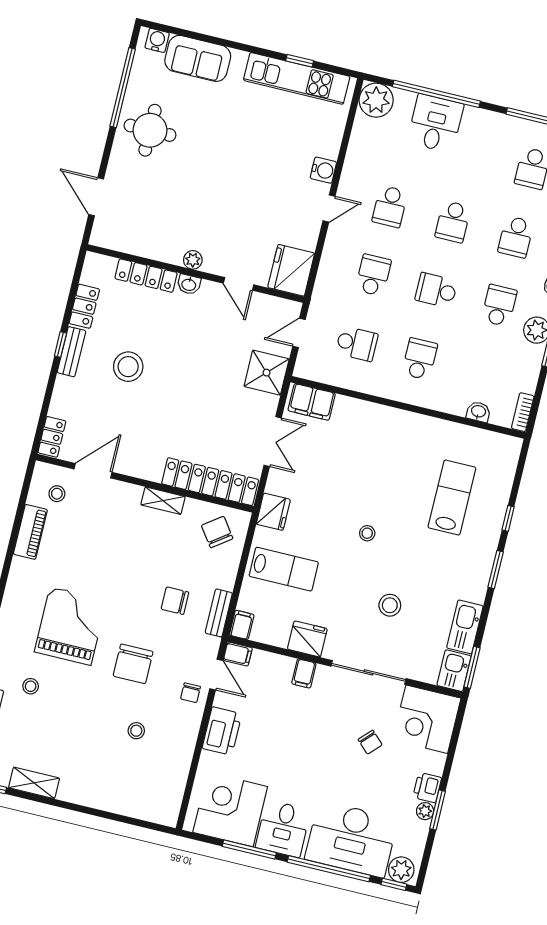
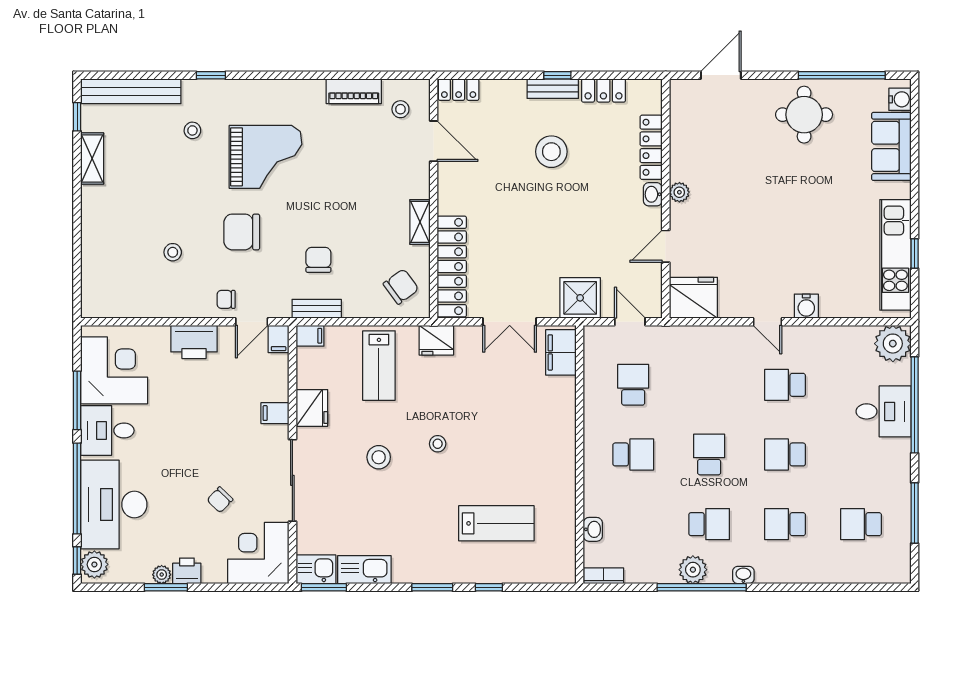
school desk: (373, 275) -> (709, 385), removed
school desk: (357, 344) -> (633, 385), turned 180
stool: (390, 605) -> (379, 457), moved

